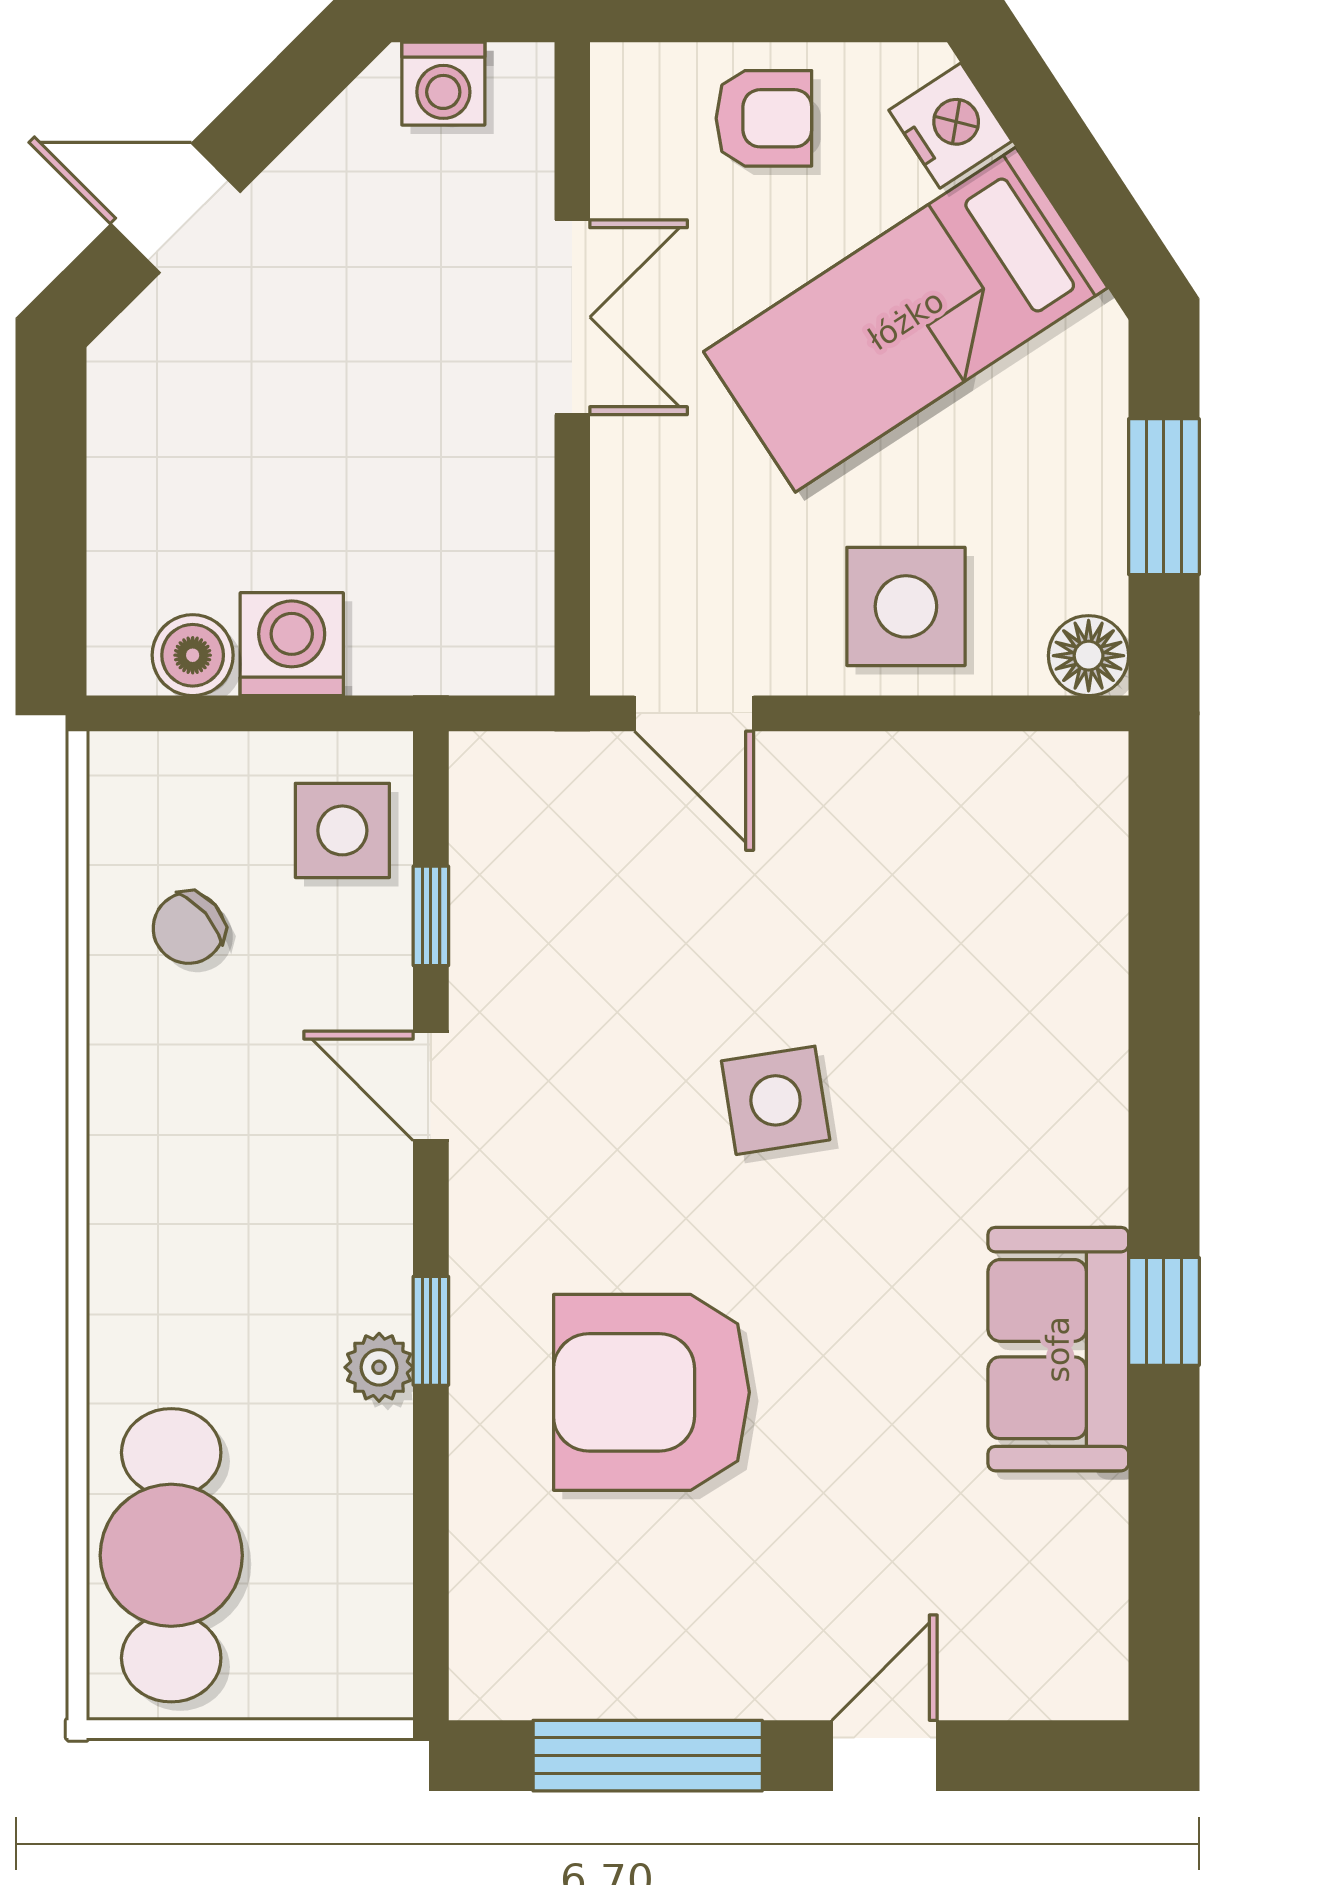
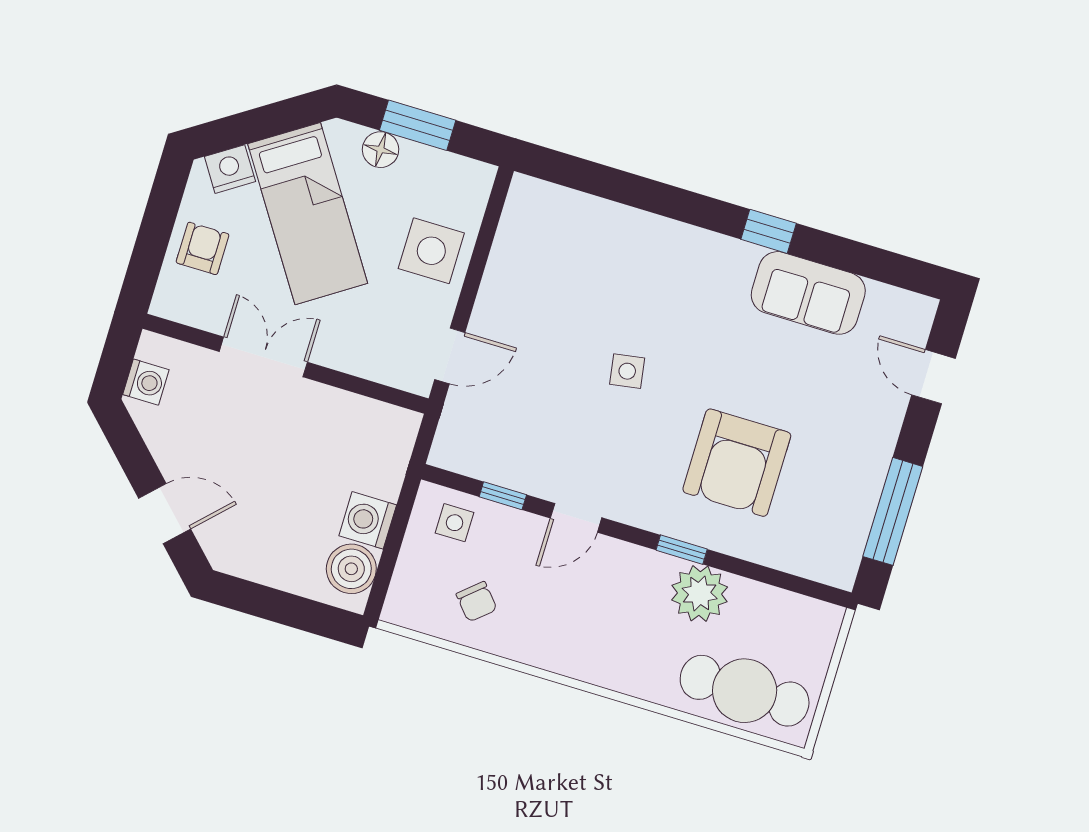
door: (176, 208) -> (165, 514), swing flipped
boiler: (193, 655) -> (351, 569), width x1.36, depth x1.36
floor lamp: (1089, 656) -> (381, 150), moved
side table: (342, 830) -> (455, 523), width x0.73, depth x0.73
side table: (776, 1100) -> (627, 371), width x0.73, depth x0.73
sofa: (1058, 1349) -> (808, 293), moved
plant: (379, 1367) -> (700, 594), width x1.88, depth x1.88
door: (885, 1756) -> (934, 377), moved

